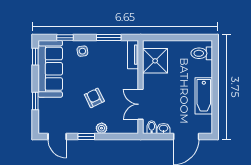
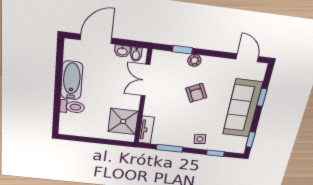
toilet: (202, 53) -> (72, 107), moved
sofa: (50, 69) -> (242, 108), moved
double door: (141, 104) -> (145, 80), swing flipped
window: (86, 137) -> (182, 50), moved

